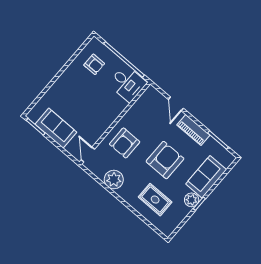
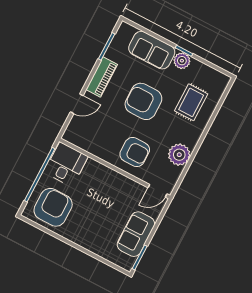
armchair: (94, 64) -> (53, 207), width x1.88, depth x1.88

